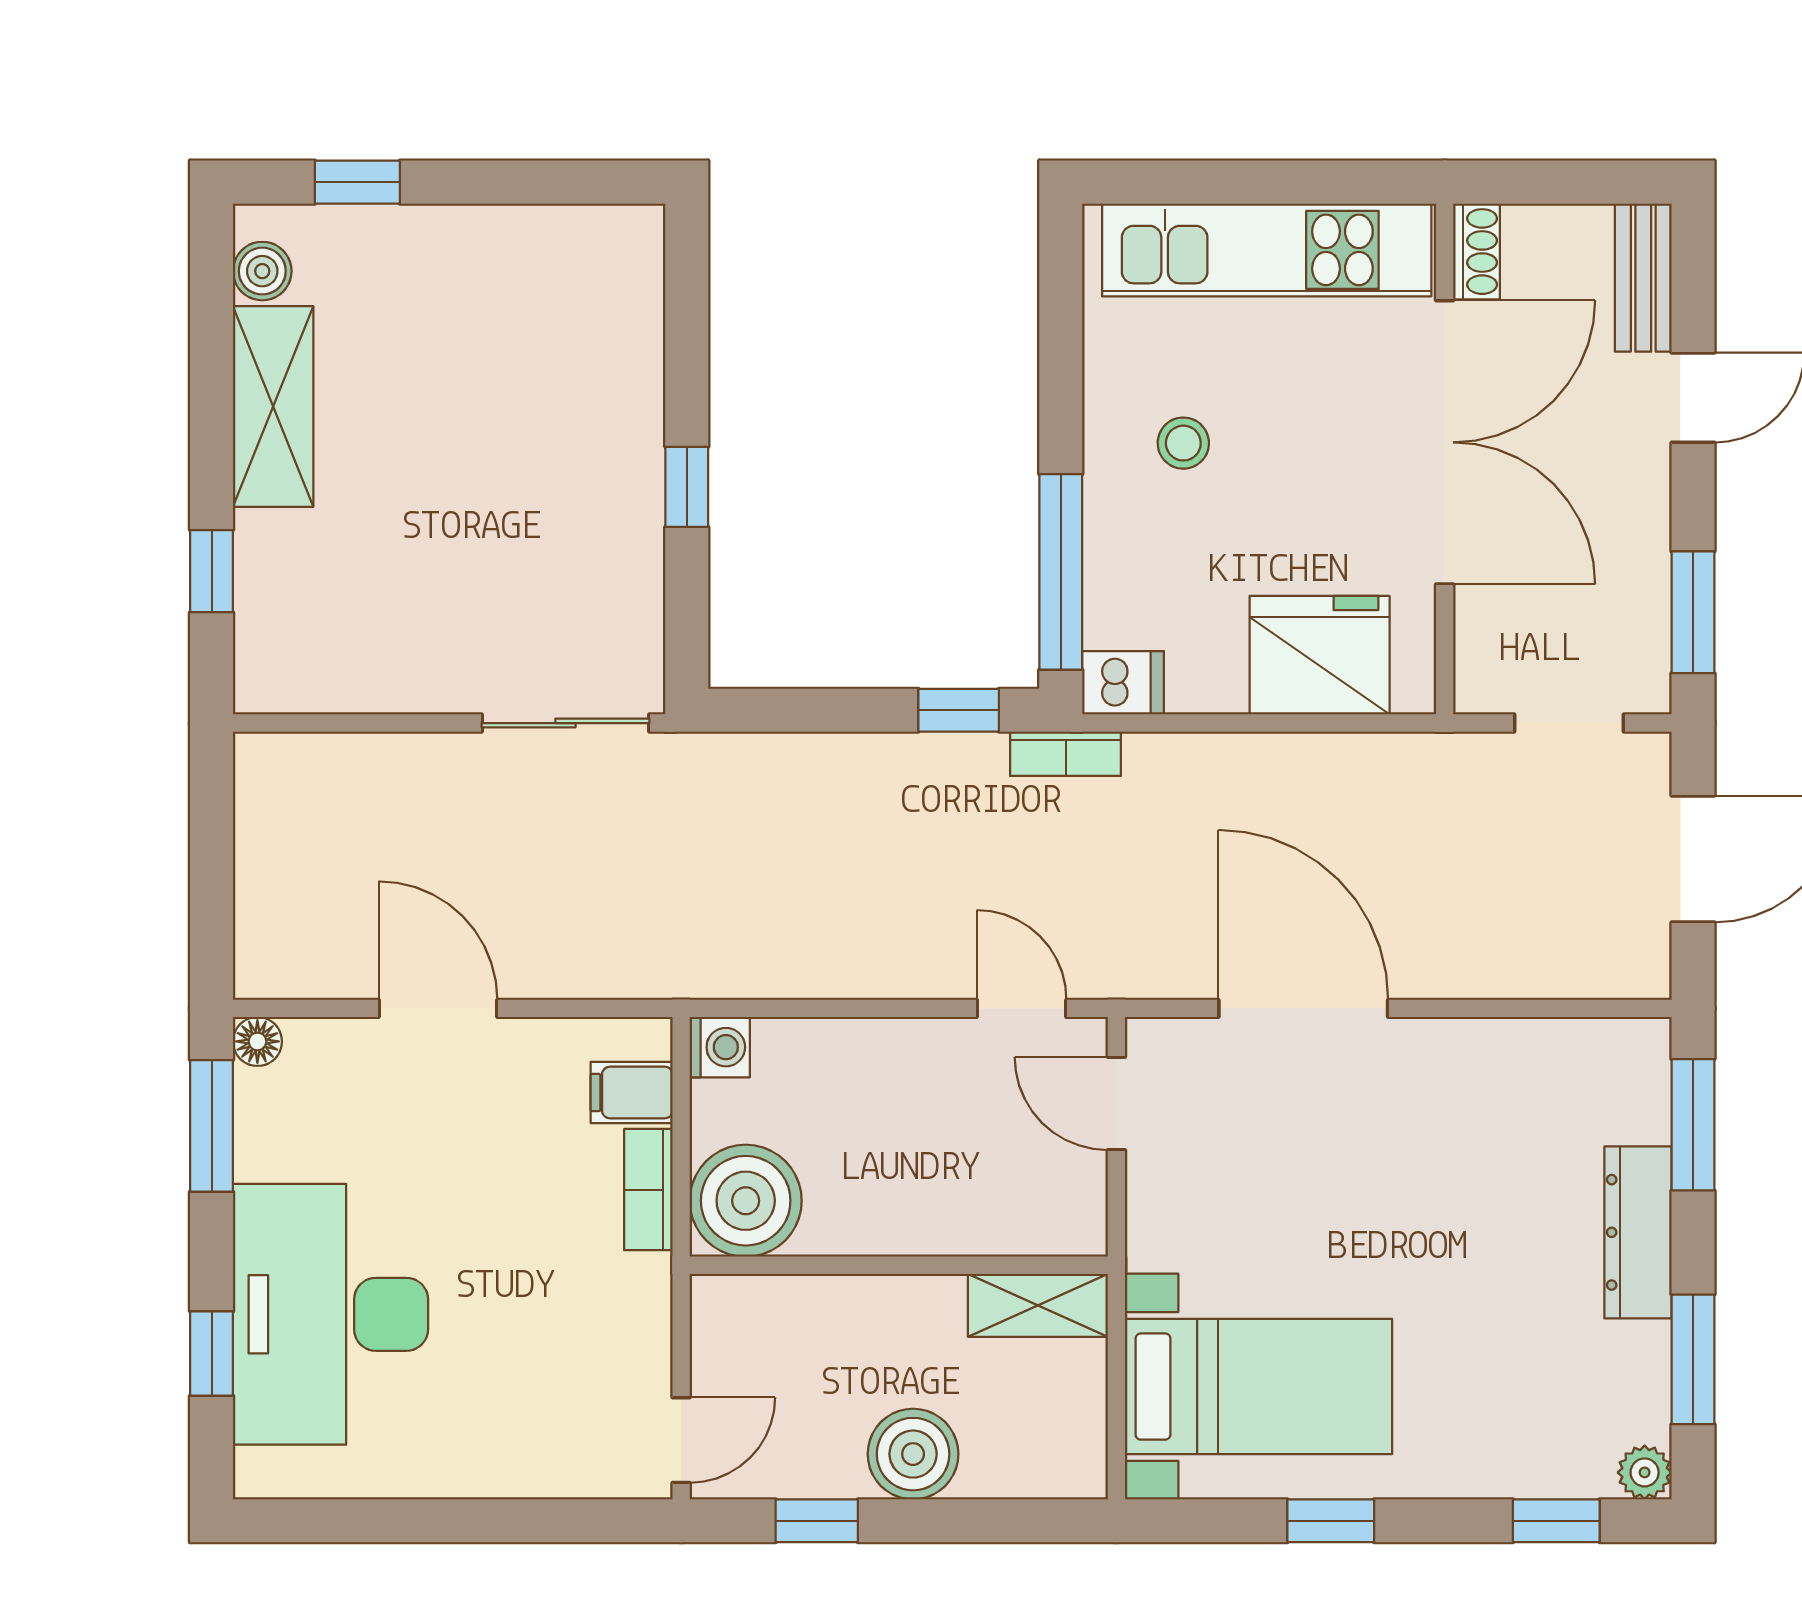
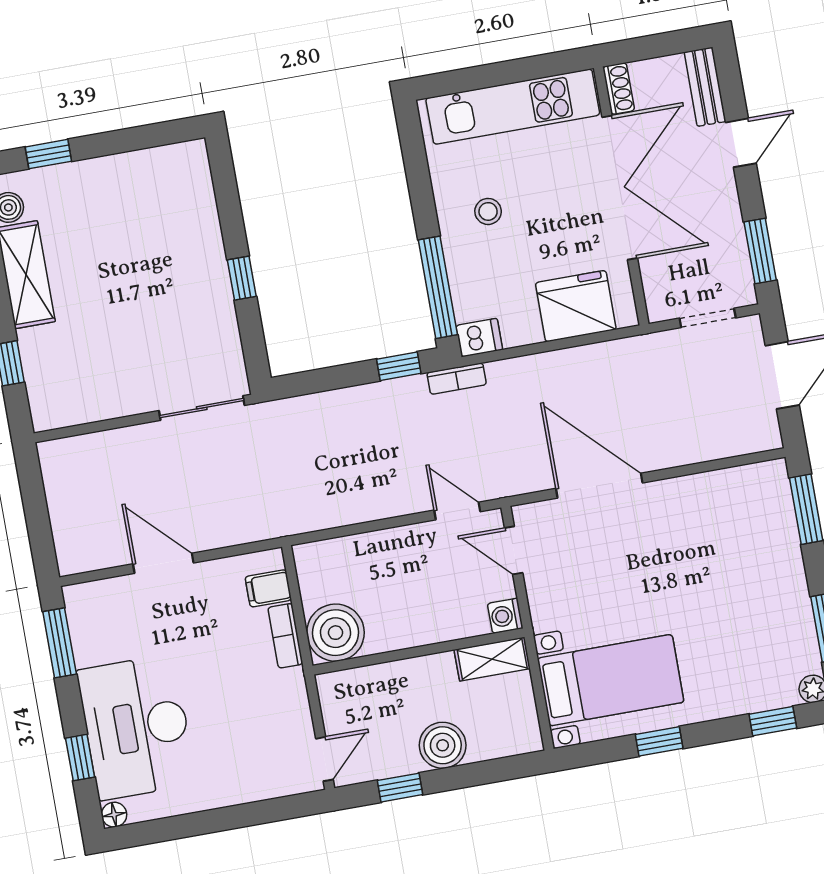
floor lamp: (257, 1041) -> (114, 815), moved
washing machine: (720, 1047) -> (505, 616), moved, turned 180
dresser: (1638, 1232) -> (788, 568), removed

